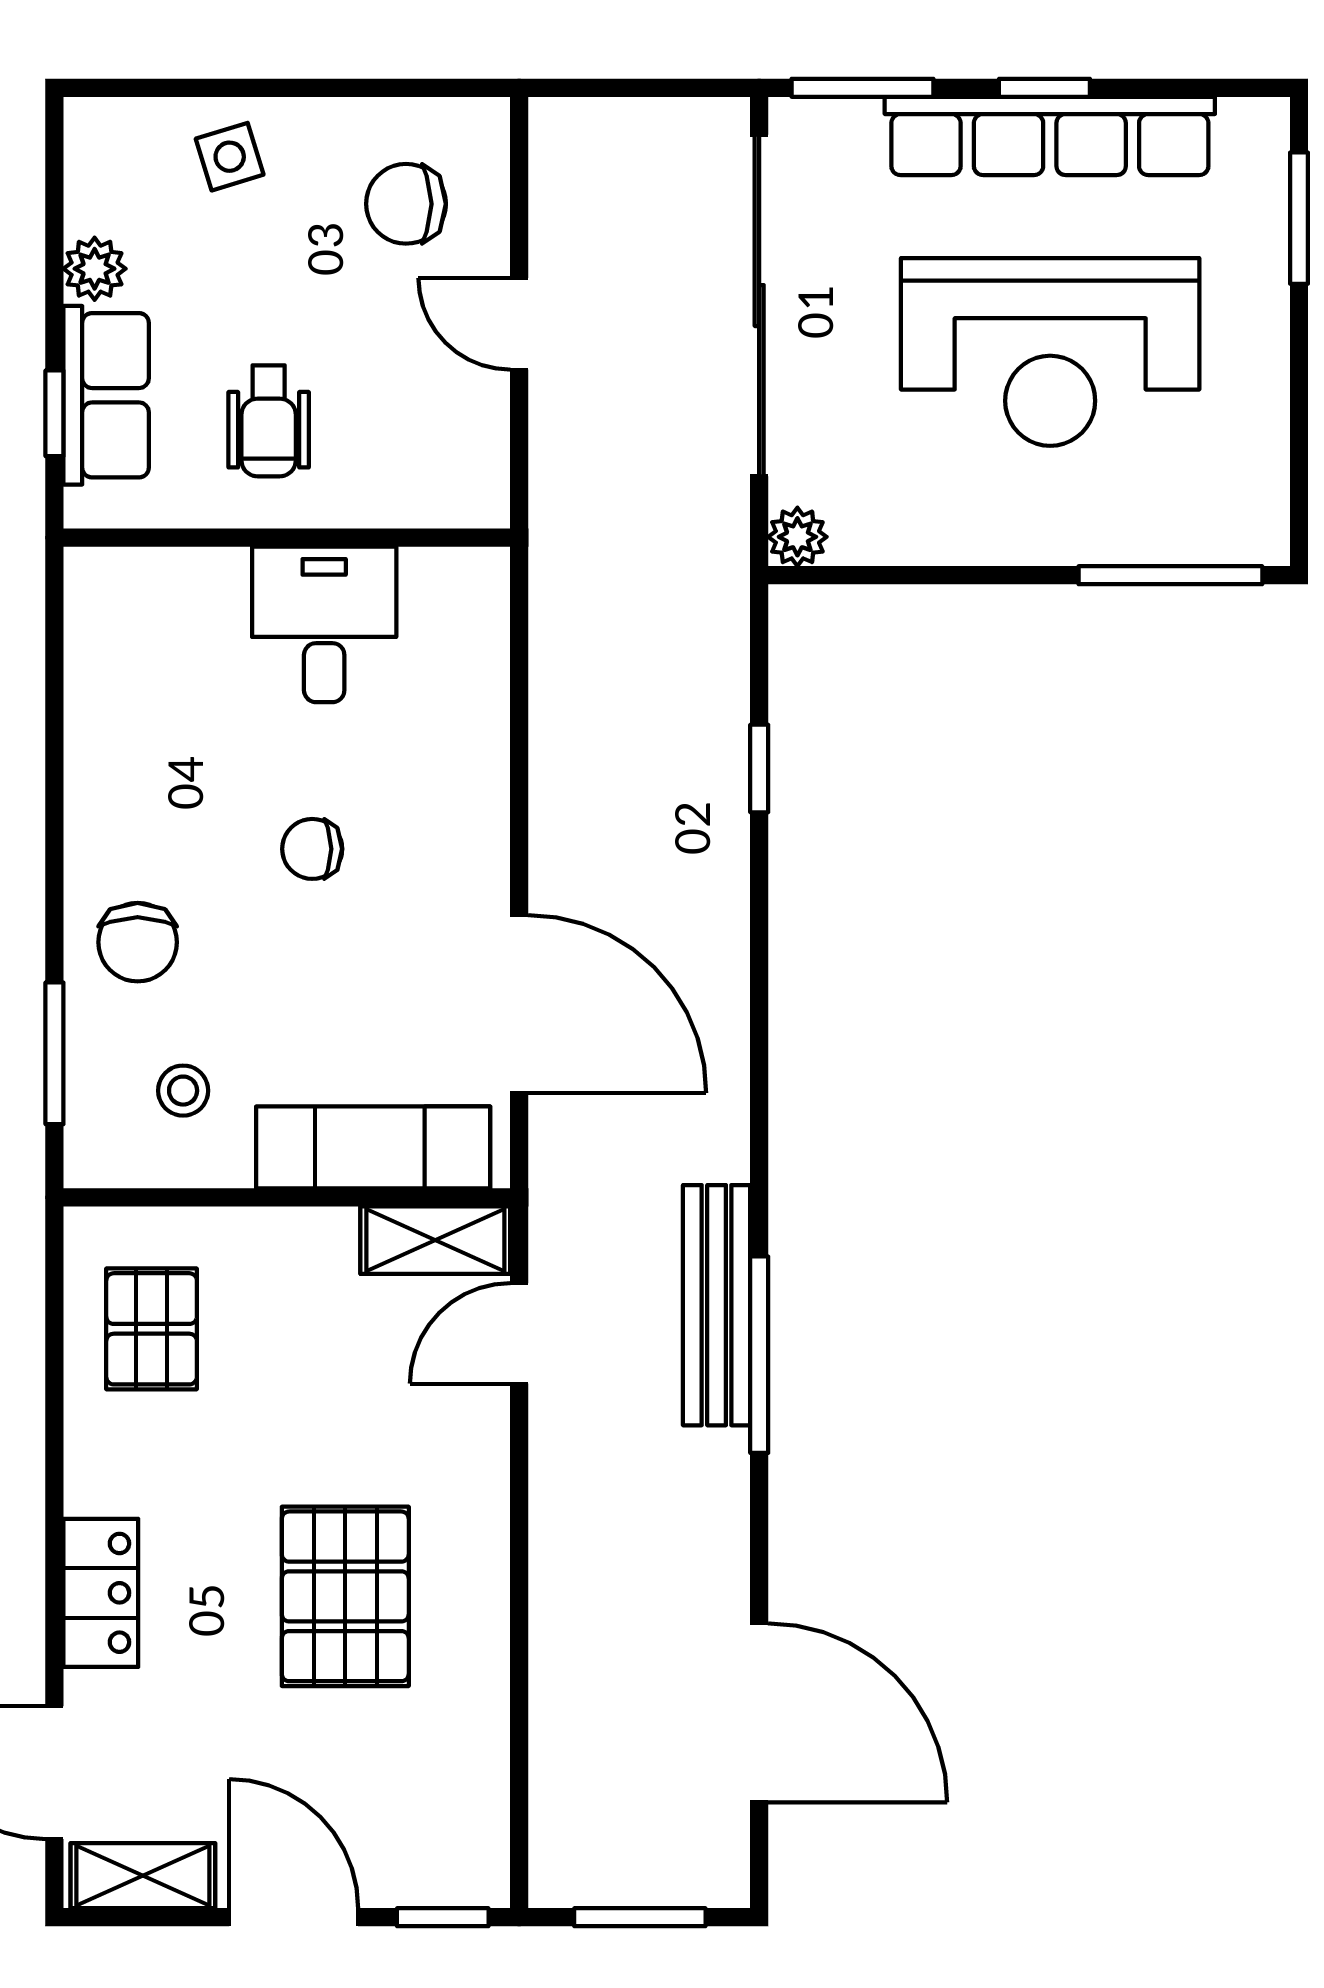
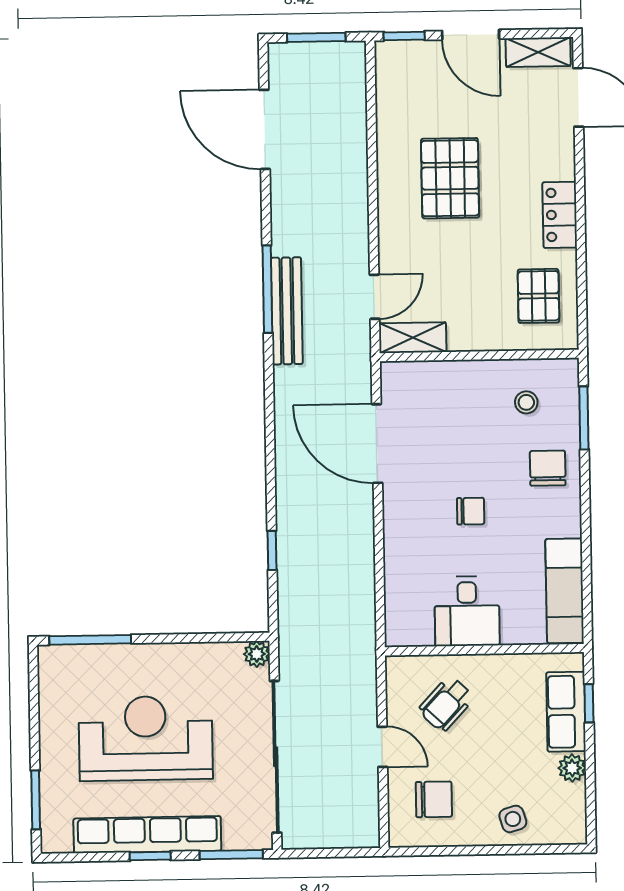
wheelchair: (269, 421) -> (446, 704), moved, turned -137
exam couch: (373, 1147) -> (565, 591), moved, turned 90
locker: (101, 1593) -> (560, 215), moved

